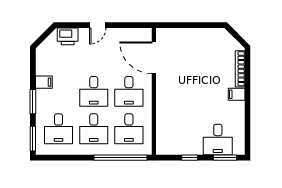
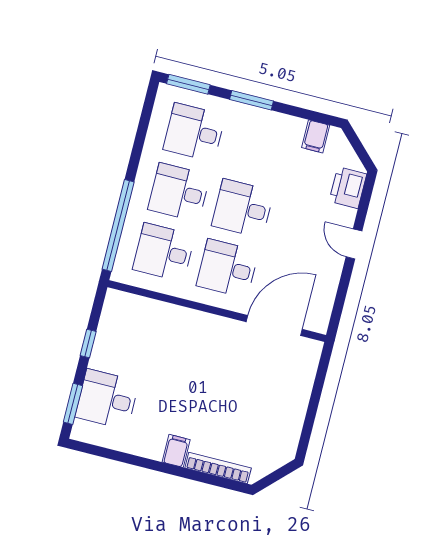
filing cabinet: (44, 82) -> (316, 136), moved

